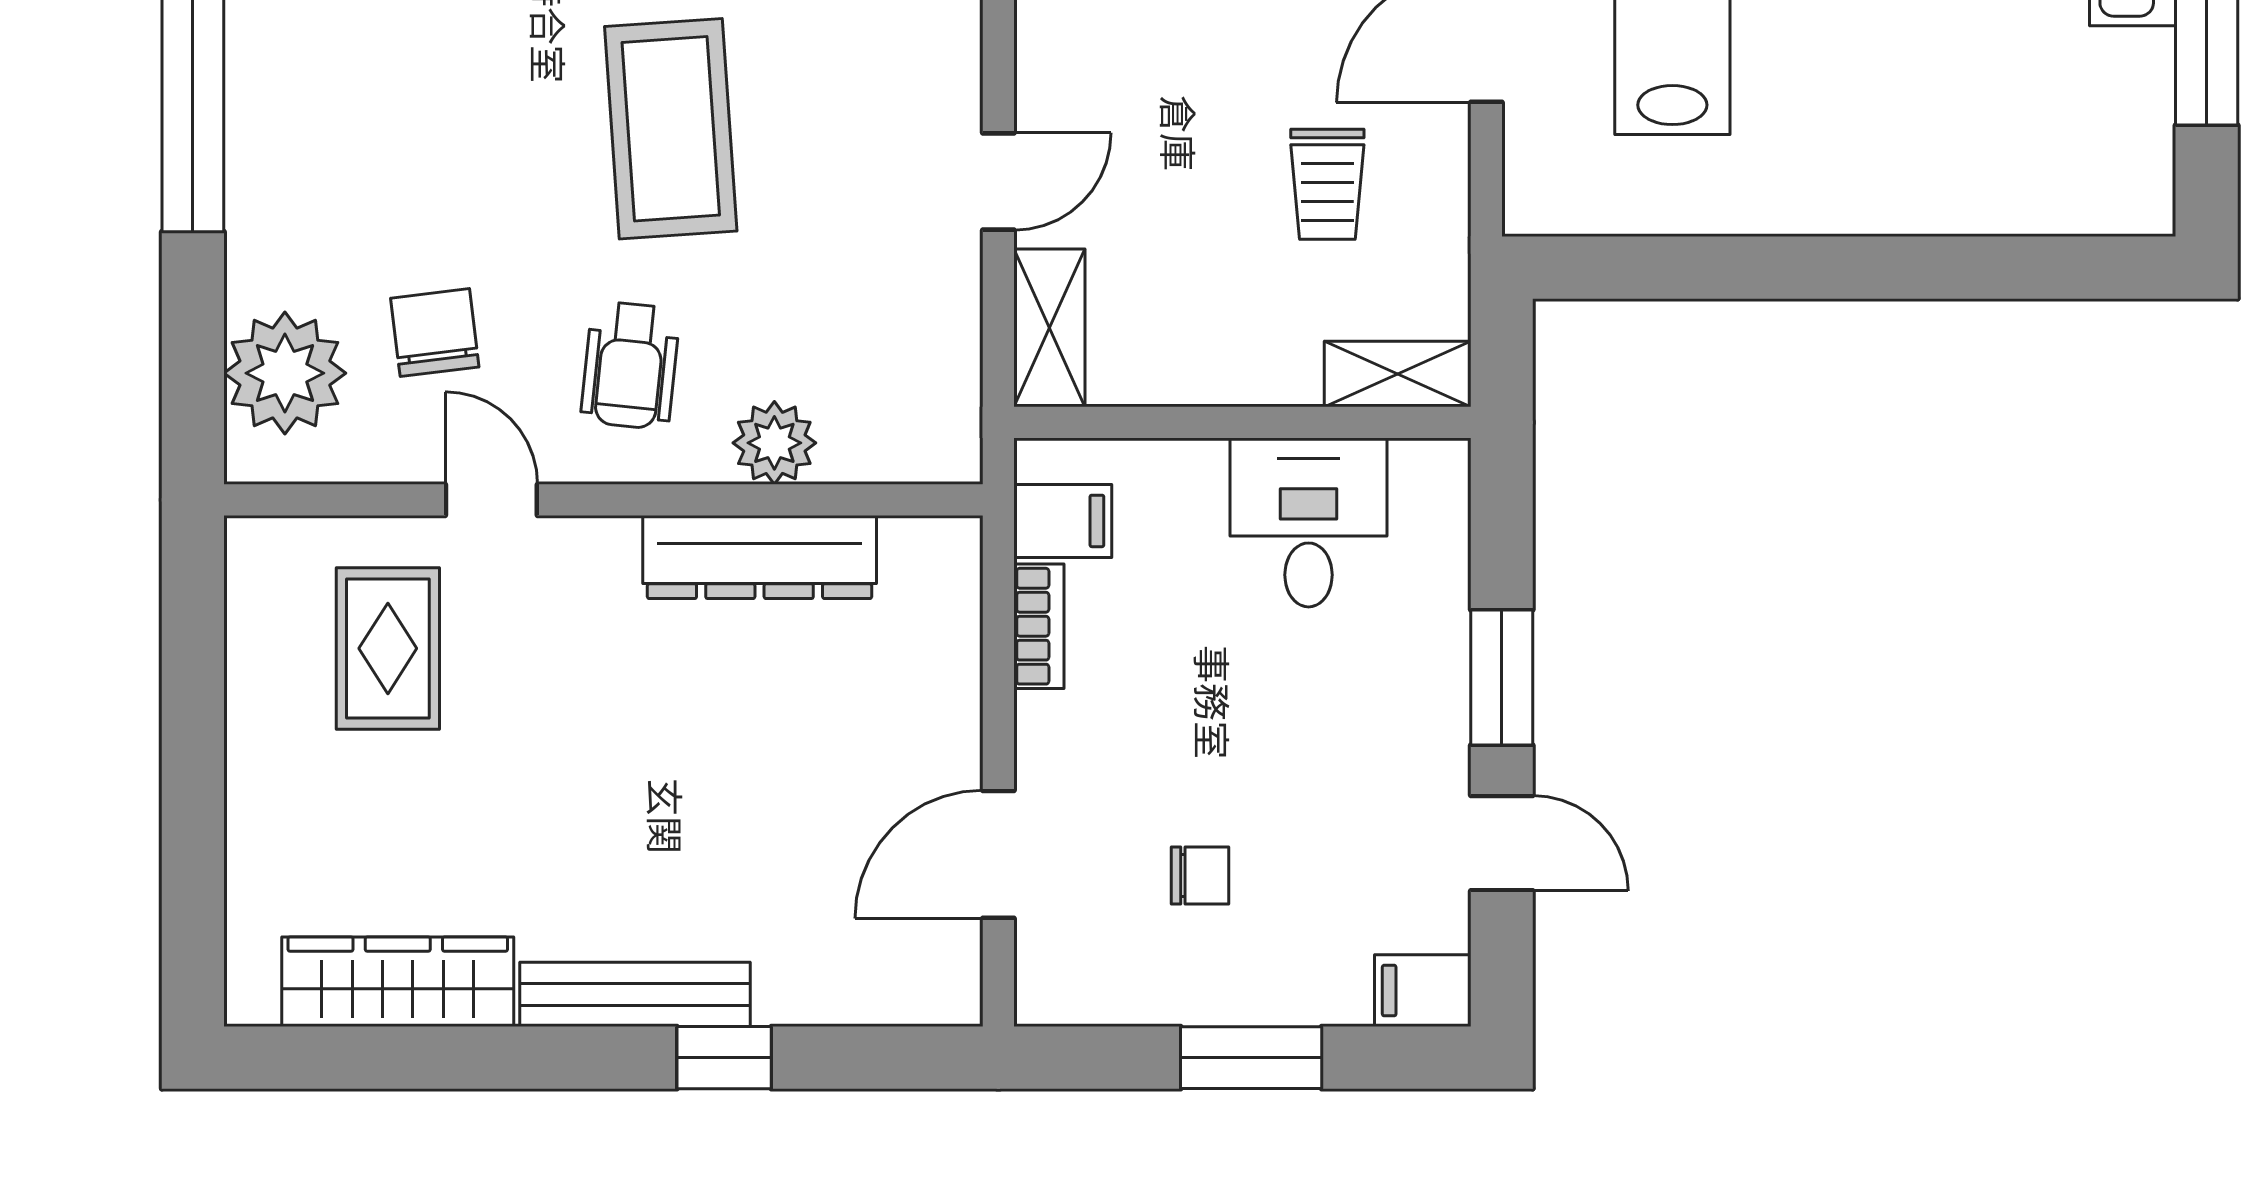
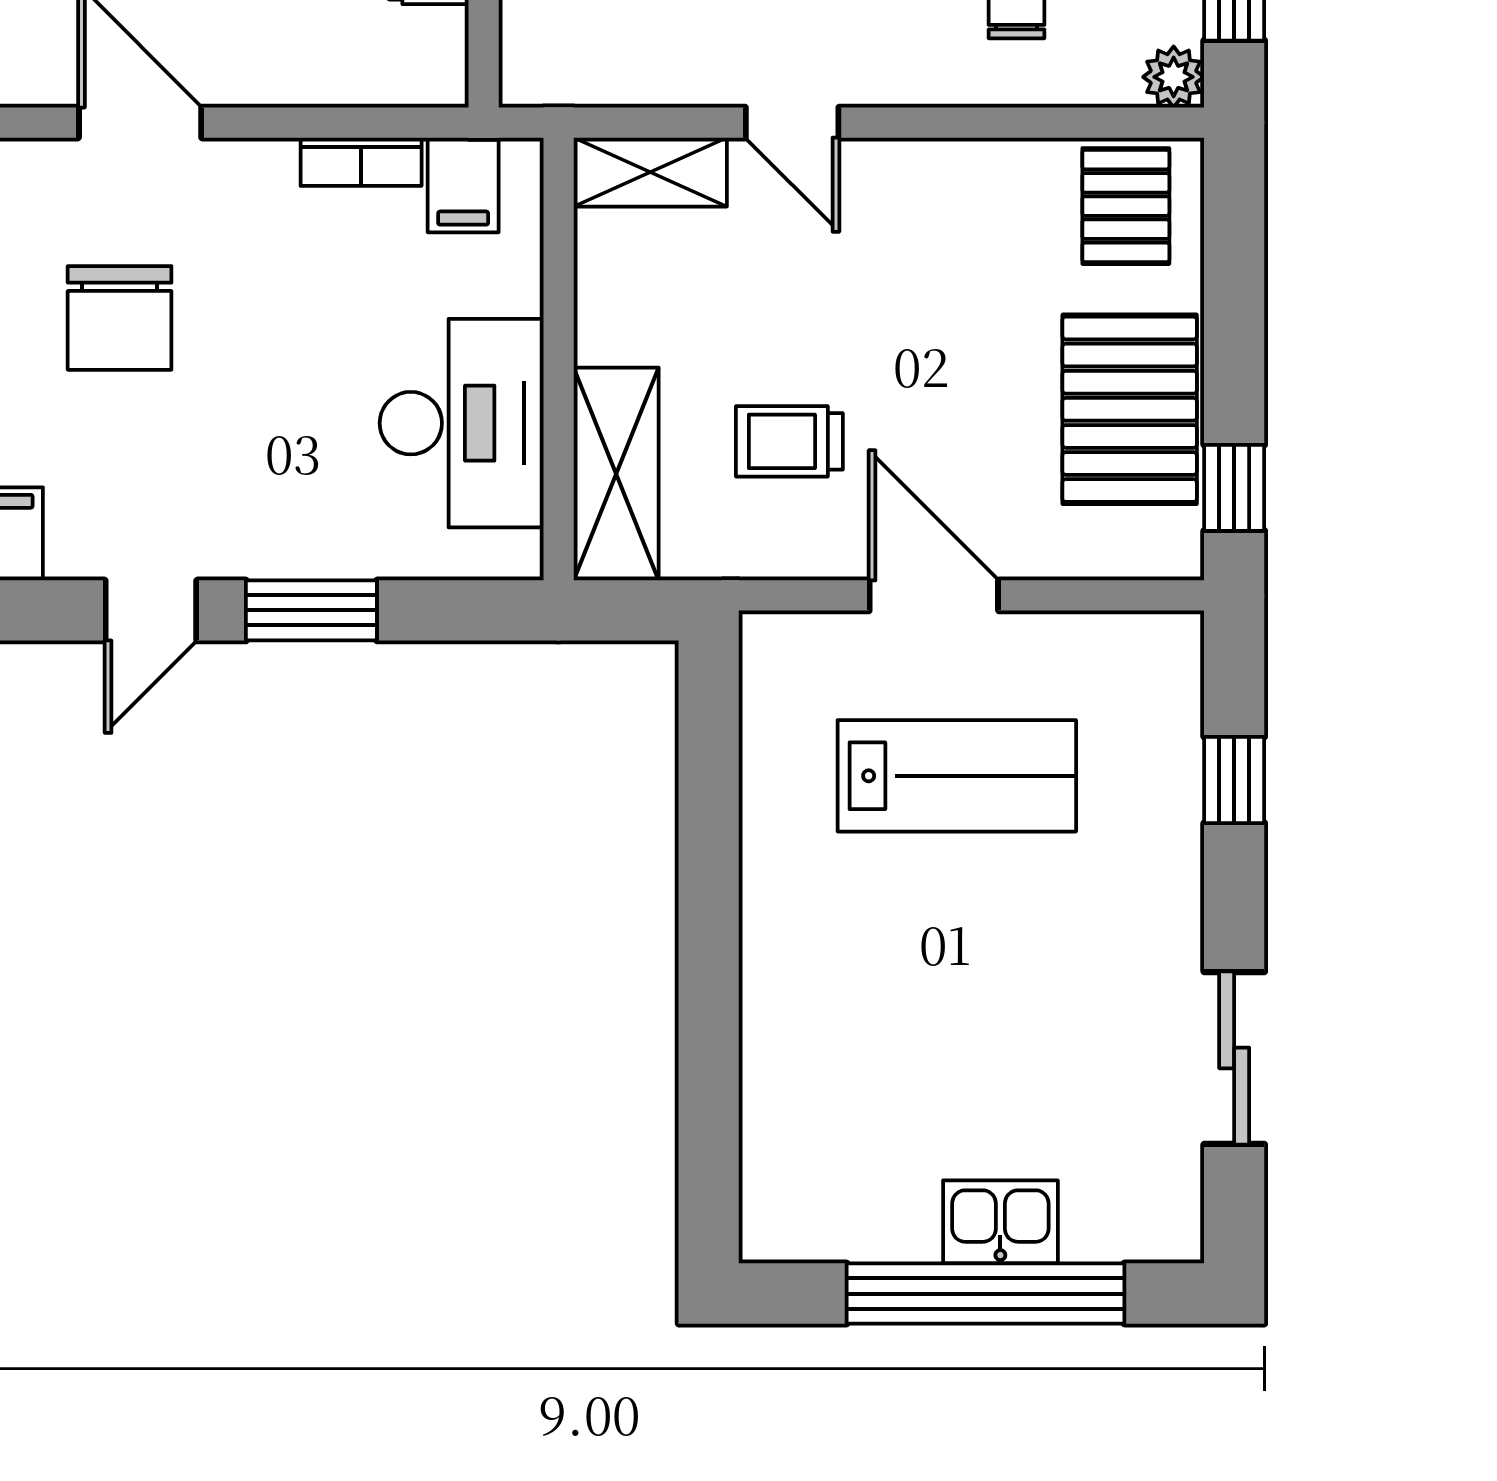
shelving: (1398, 374) -> (616, 474), width x1.50, depth x1.33
desk: (1309, 522) -> (462, 423), width x1.37
chair: (1200, 875) -> (120, 318), width x1.87, depth x1.87

